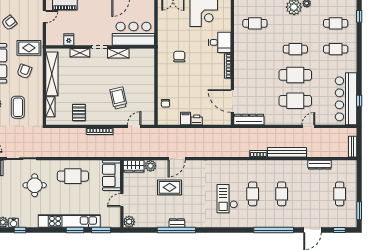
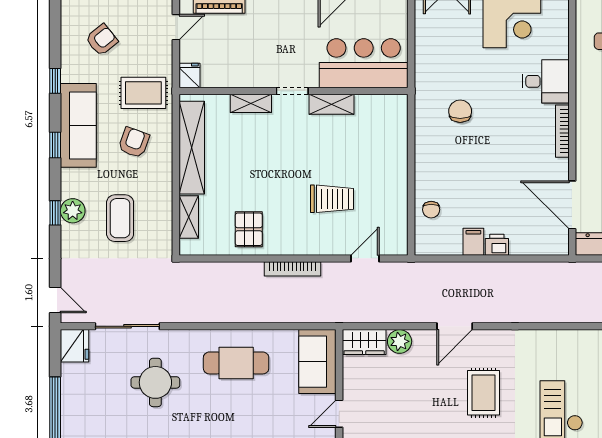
fridge: (69, 40) -> (189, 75), moved
trolley: (118, 98) -> (332, 199), turned 103
rug: (170, 187) -> (484, 393), moved, turned 90

